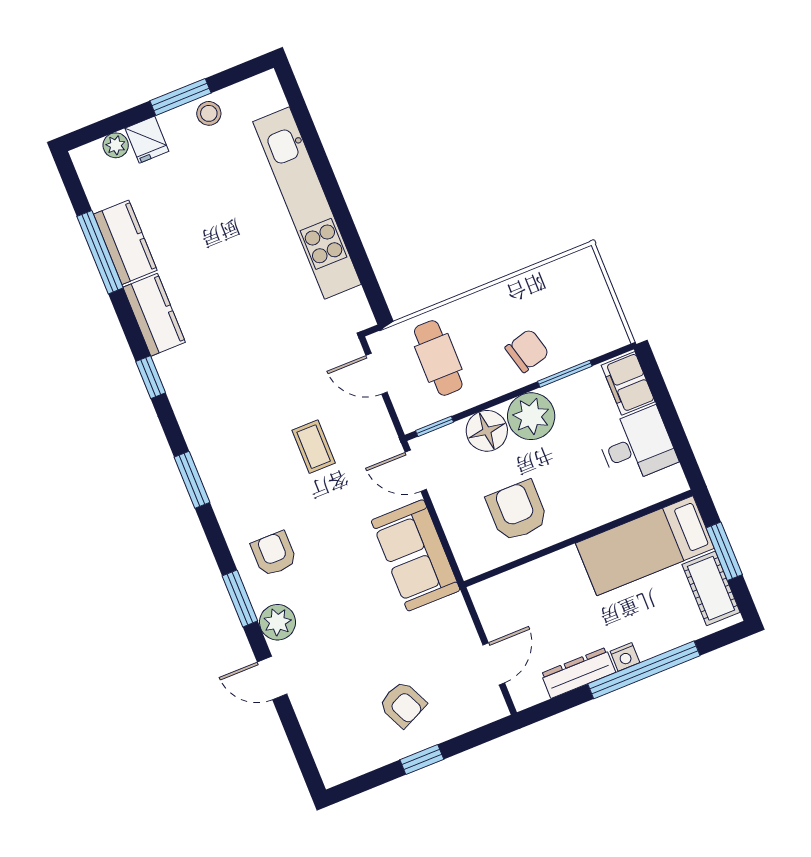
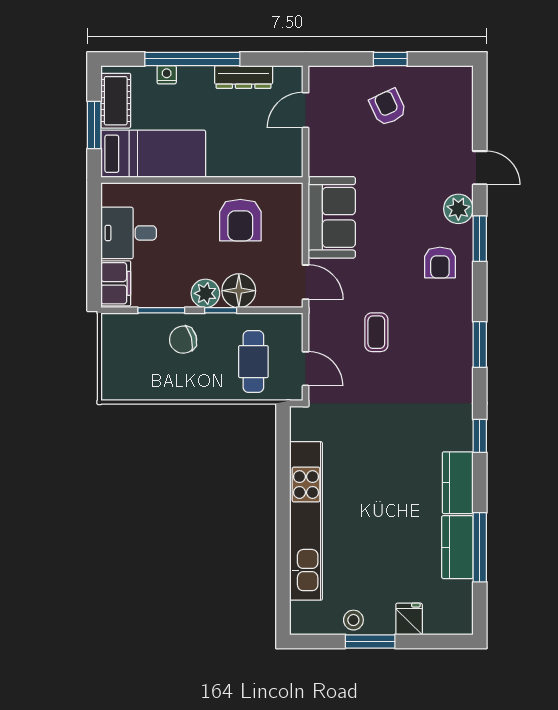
plant: (116, 145) -> (435, 624), removed
plant: (531, 416) -> (205, 293), width x0.73, depth x0.73
window: (435, 426) -> (221, 310), moved
nightstand: (625, 657) -> (167, 75), moved

